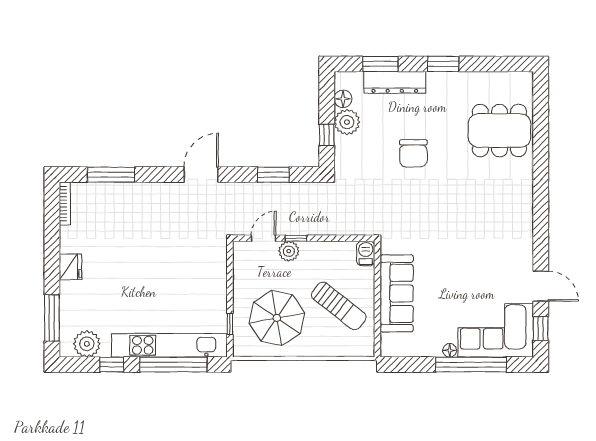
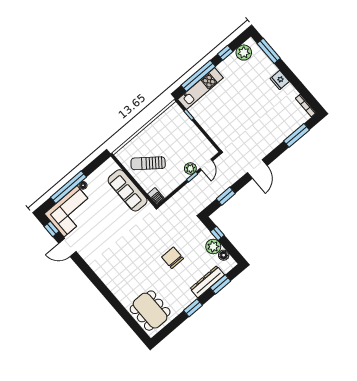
dining table: (499, 130) -> (150, 311), moved, turned 90
parasol: (277, 318) -> (171, 135), removed
kitchen unit: (169, 345) -> (201, 89), width x0.73

